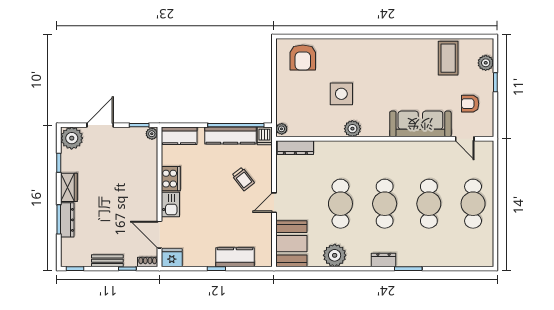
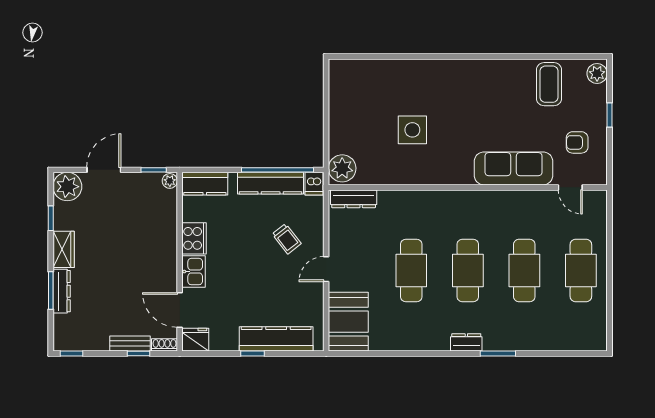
armchair: (303, 57) -> (363, 83), removed
plant: (486, 63) -> (597, 74), moved
plant: (282, 129) -> (342, 168), width x1.88, depth x1.88
plant: (352, 129) -> (427, 174), removed
plant: (335, 255) -> (404, 337), removed
kitchen counter: (235, 257) -> (276, 339), width x1.50
bench: (107, 261) -> (130, 343), moved

